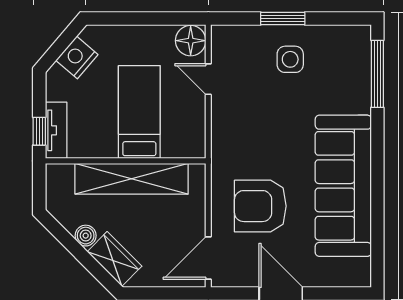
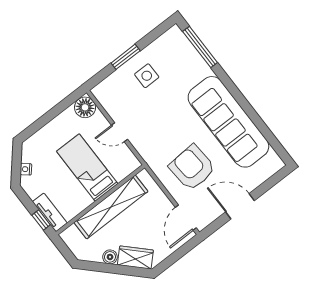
nightstand: (77, 57) -> (26, 169), width x0.53, depth x0.56
door: (208, 79) -> (120, 132), moved
armchair: (260, 206) -> (192, 168), turned 86

